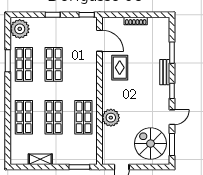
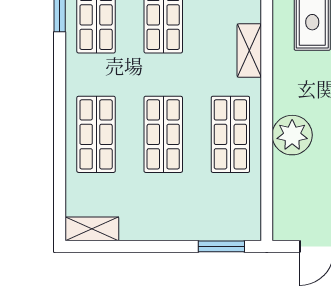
shelving: (92, 80) -> (249, 51), added
shelving: (40, 159) -> (92, 229), moved

